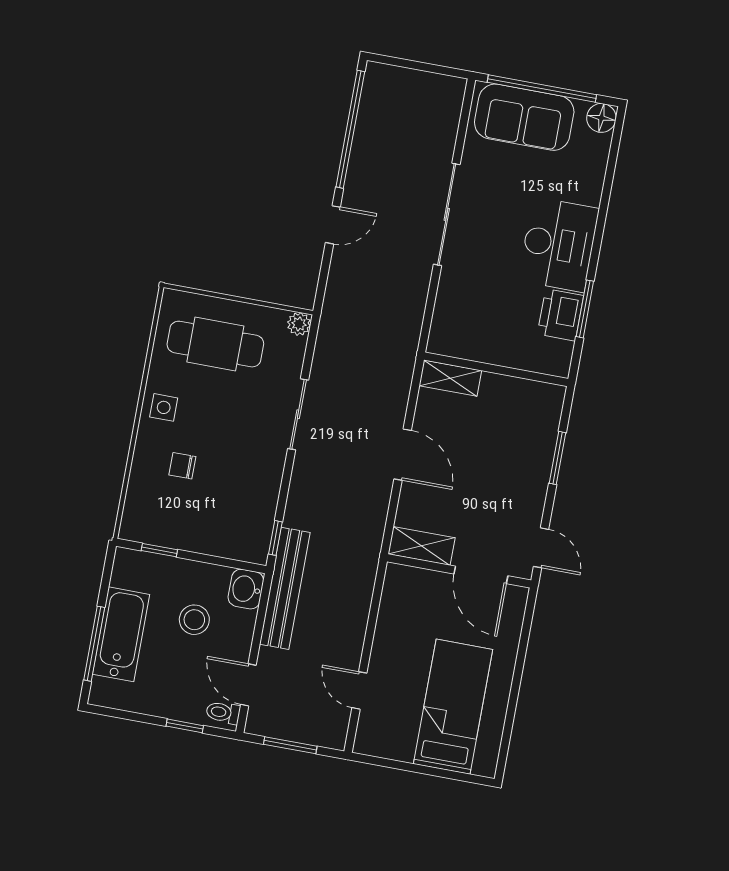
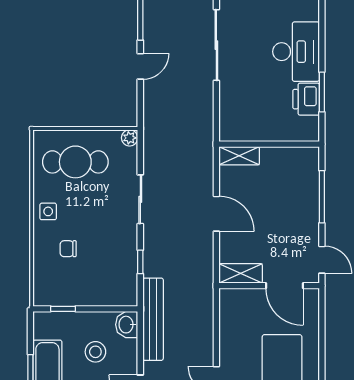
window: (558, 458) -> (322, 197), width x1.44
window: (275, 538) -> (140, 262), moved

